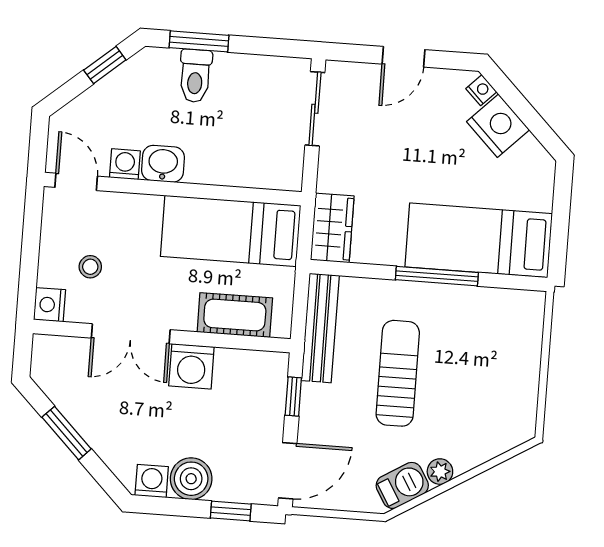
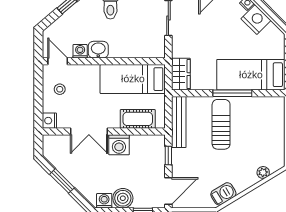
stool: (90, 267) -> (60, 89), moved
sun lounger: (398, 373) -> (221, 124), moved
plant: (440, 472) -> (263, 172), moved

